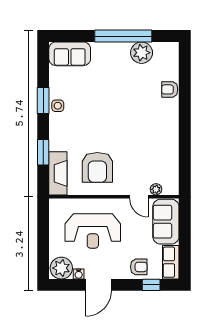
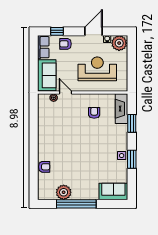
armchair: (97, 167) -> (94, 113), width x0.53, depth x0.53

